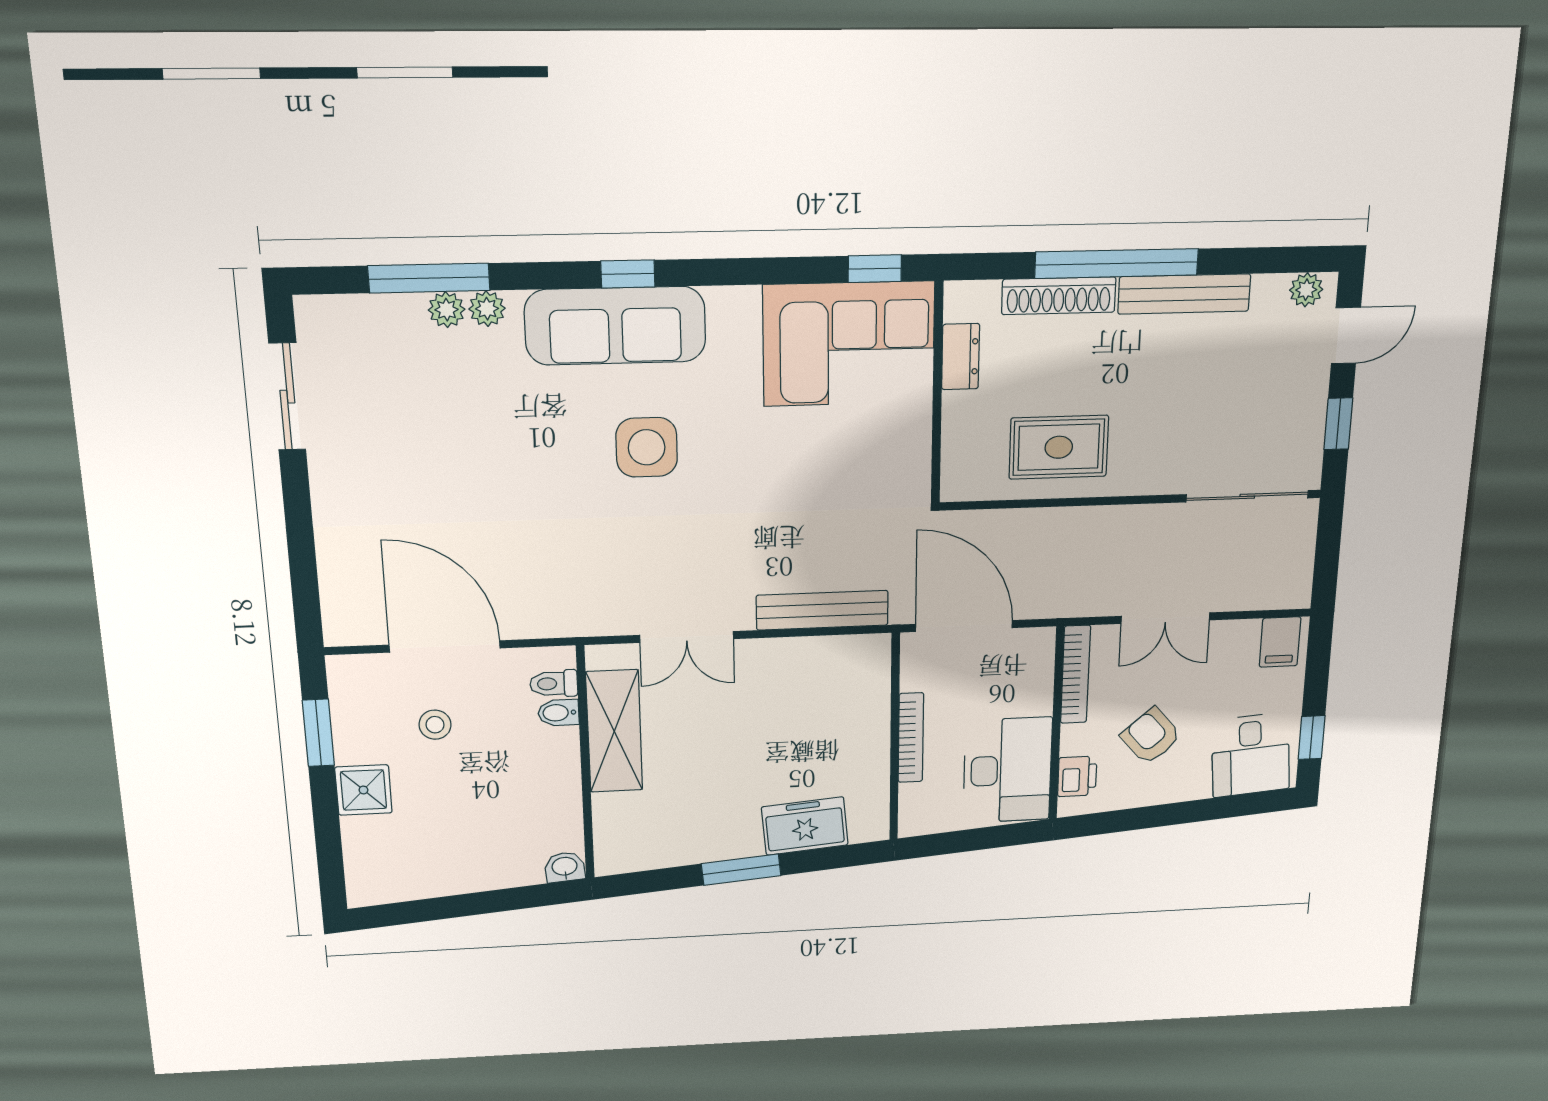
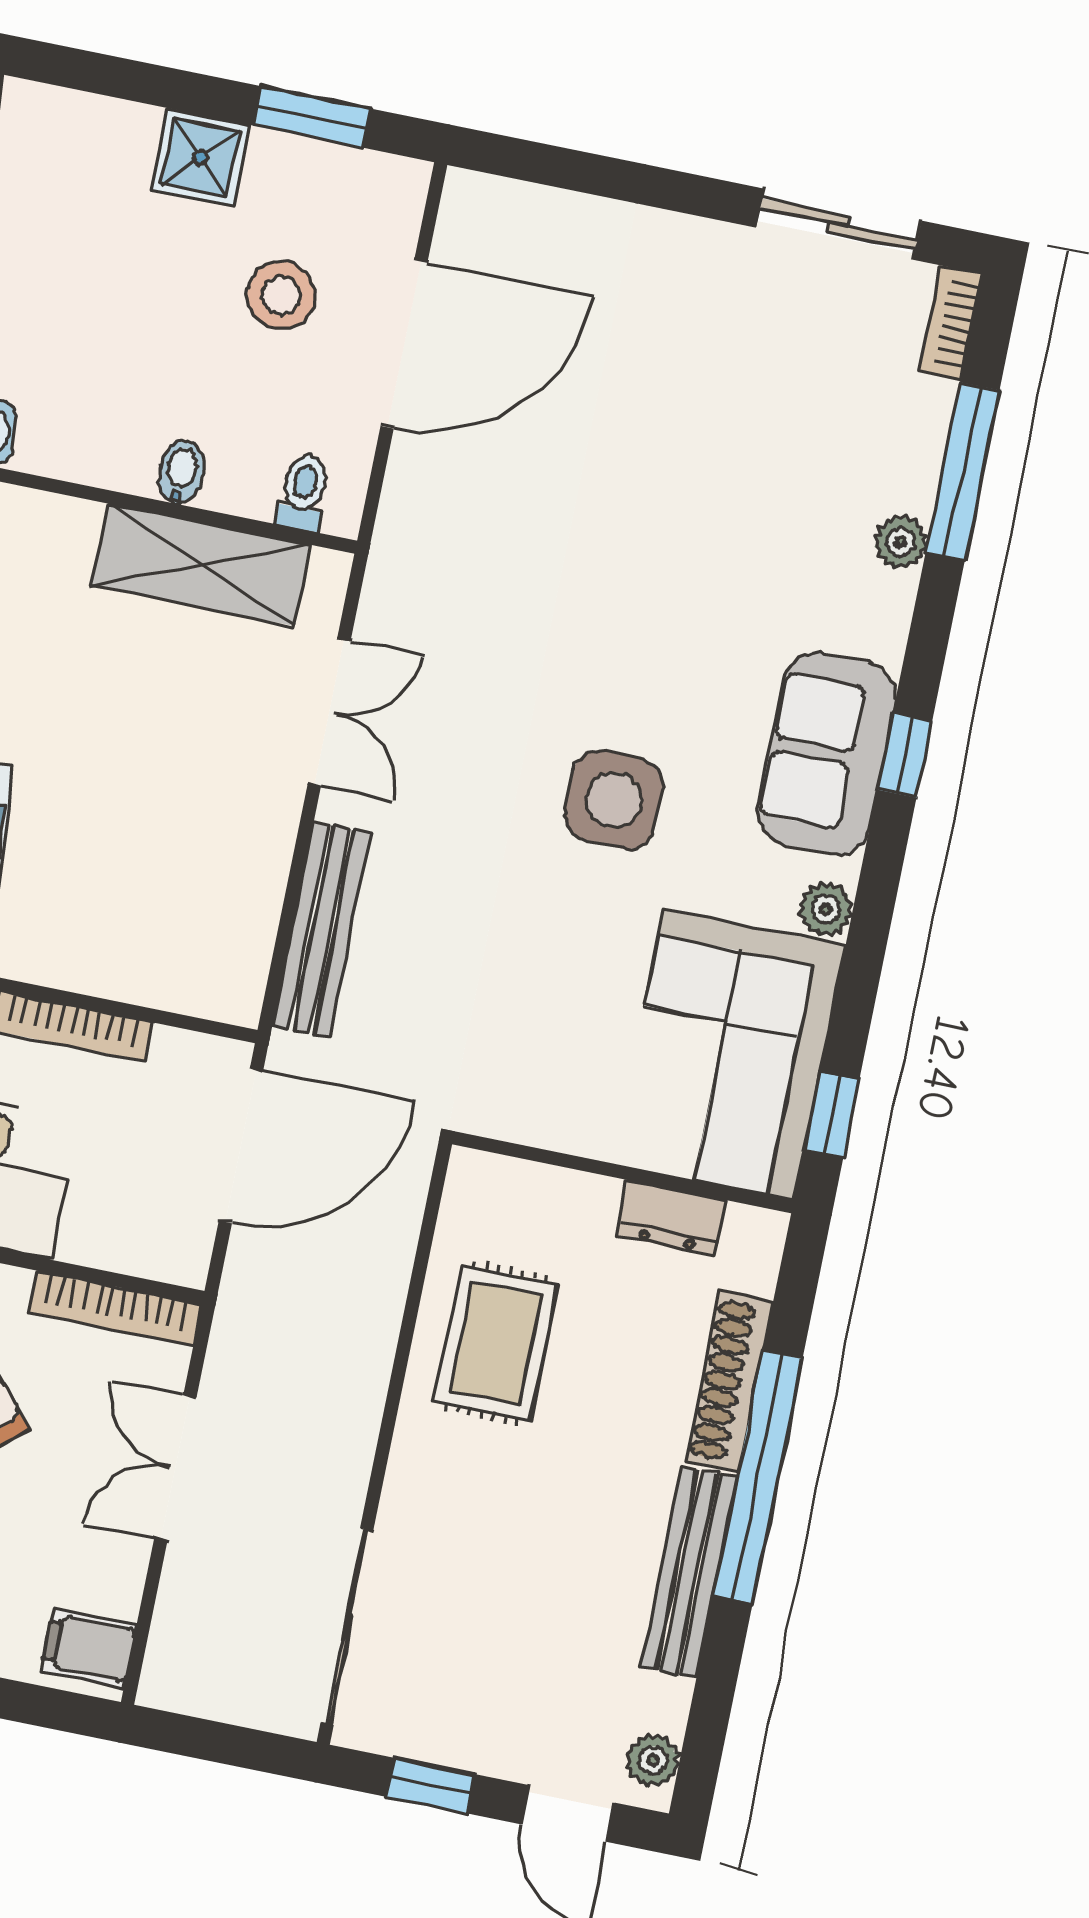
bookcase: (331, 309) -> (950, 322), added
plant: (447, 310) -> (826, 909), moved
sofa: (615, 326) -> (827, 754), width x0.73
side table: (647, 447) -> (614, 800), moved
double door: (687, 637) -> (329, 712), swing flipped
bidet: (558, 713) -> (181, 472), moved
stool: (435, 725) -> (281, 295), width x1.37, depth x1.37

